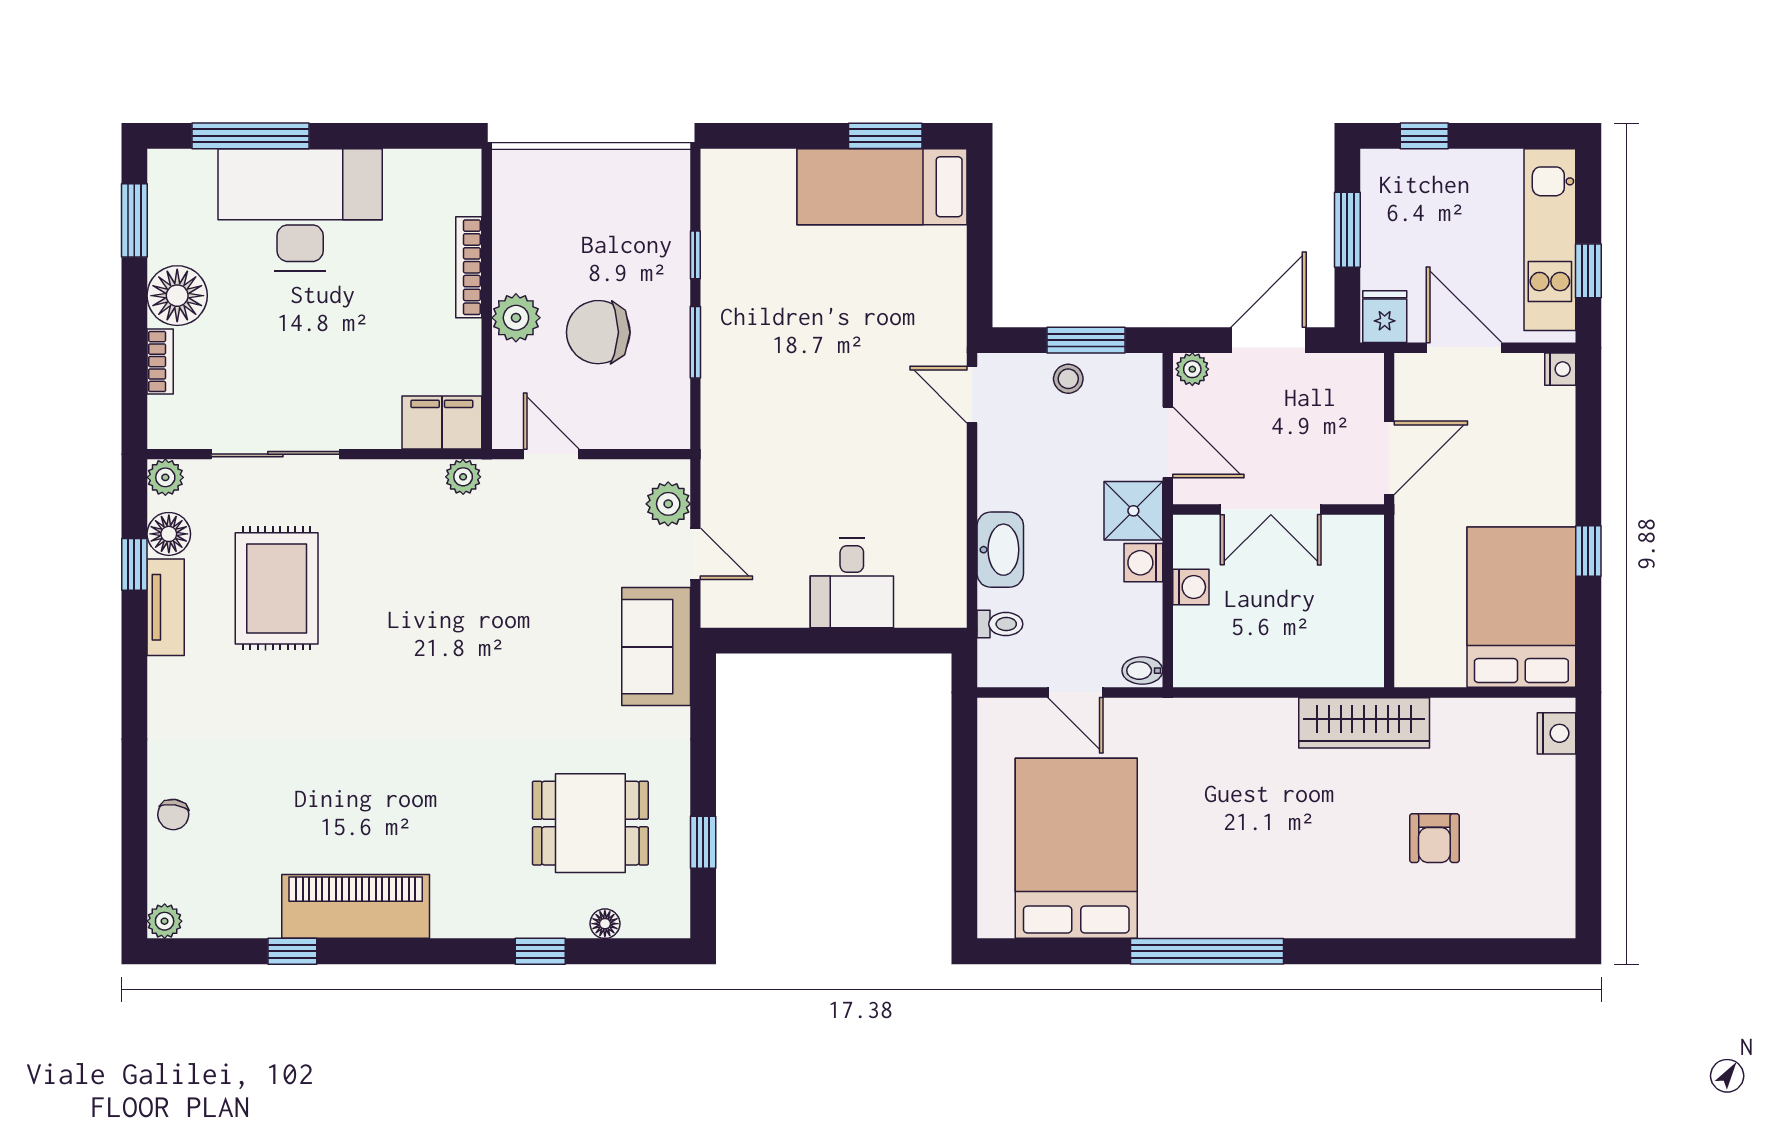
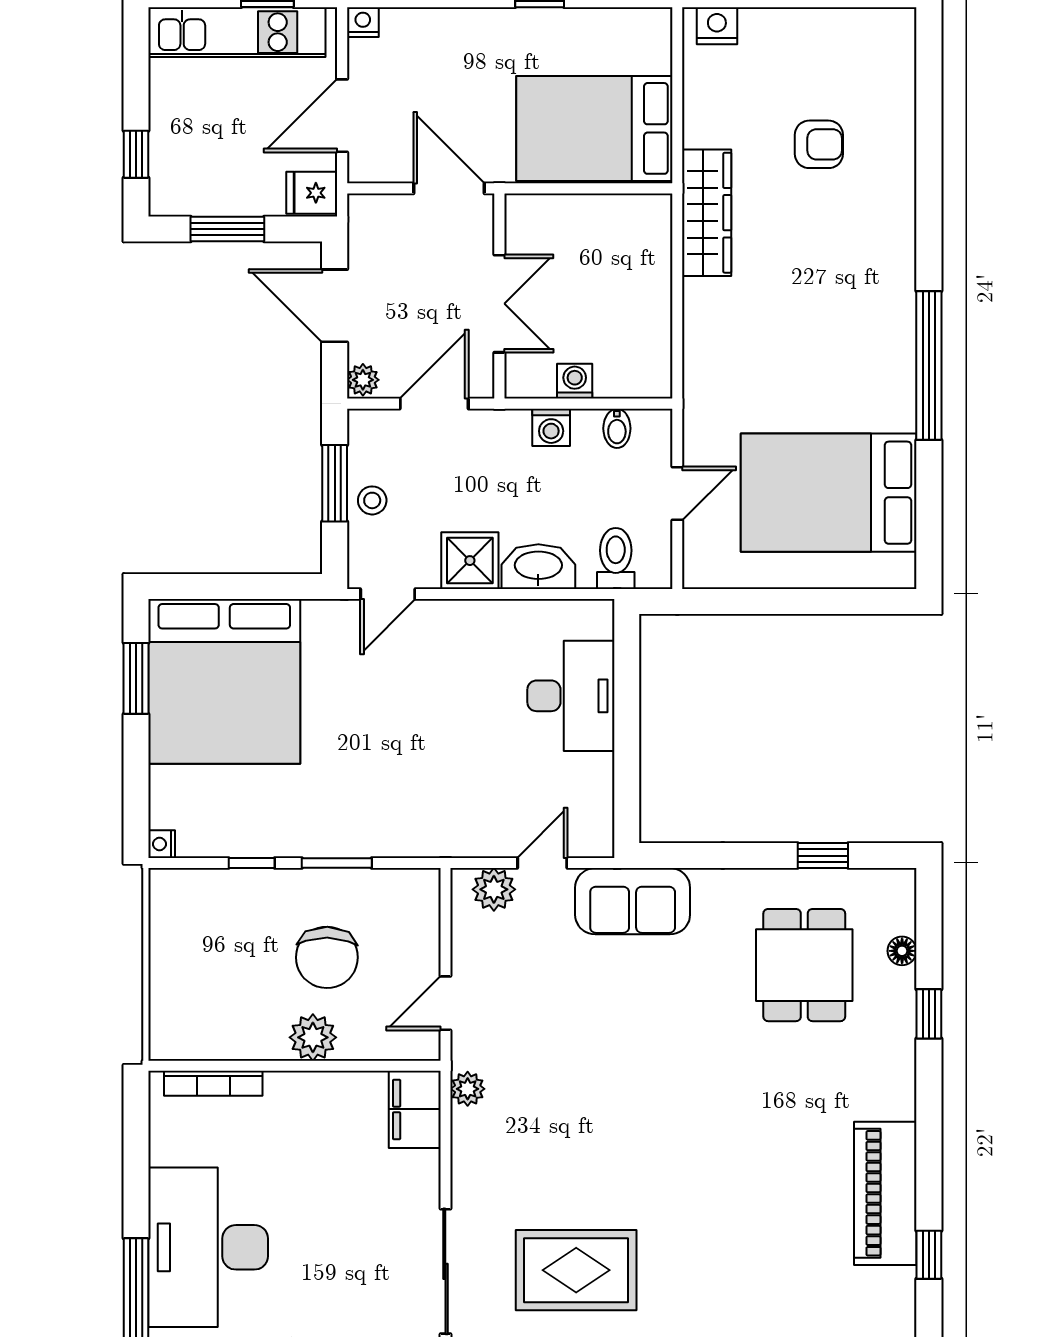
nightstand: (715, 162) -> (162, 844), added
bed: (882, 187) -> (224, 681), width x2.04
bookcase: (469, 267) -> (213, 1083), moved
shower: (1133, 511) -> (470, 561), moved
desk: (852, 583) -> (571, 696), width x1.37
bed: (1521, 607) -> (594, 128), moved
toilet: (1000, 624) -> (616, 558), width x1.37, depth x1.39
bidet: (1142, 671) -> (617, 428), moved

